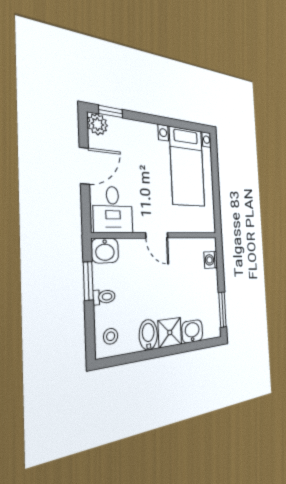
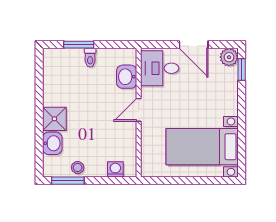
washbasin: (105, 251) -> (127, 77), moved
window: (88, 281) -> (79, 45), moved
bidet: (148, 335) -> (55, 97), removed
stool: (111, 336) -> (78, 167), moved

